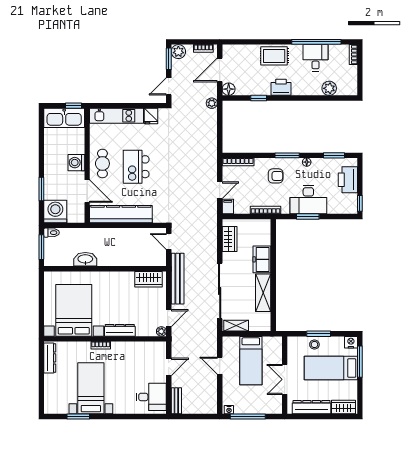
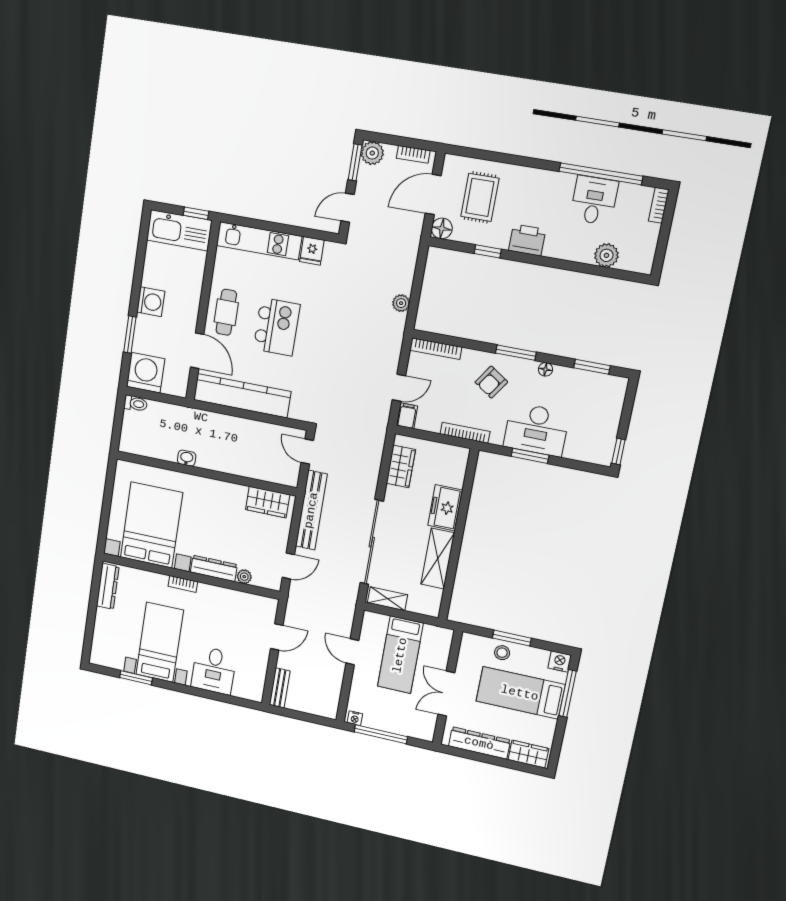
rug: (274, 56) -> (480, 197), moved, turned 90
plant: (212, 103) -> (401, 303), moved
washing machine: (76, 163) -> (151, 302), moved, turned 180
kitchen island: (136, 167) -> (277, 327), turned 180
armchair: (276, 176) -> (491, 382), turned 124
printer: (348, 180) -> (607, 410), removed
window: (41, 247) -> (118, 422), removed
washbasin: (85, 259) -> (187, 458), width x0.52, depth x0.69
plant: (161, 331) -> (244, 577), moved
desk: (151, 397) -> (214, 670), moved, turned 90

